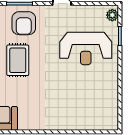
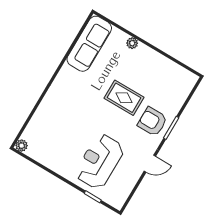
plant: (112, 15) -> (22, 146), moved

